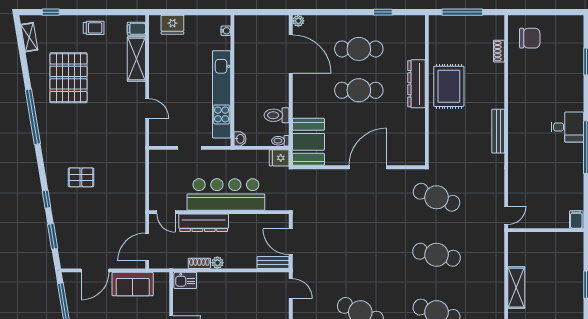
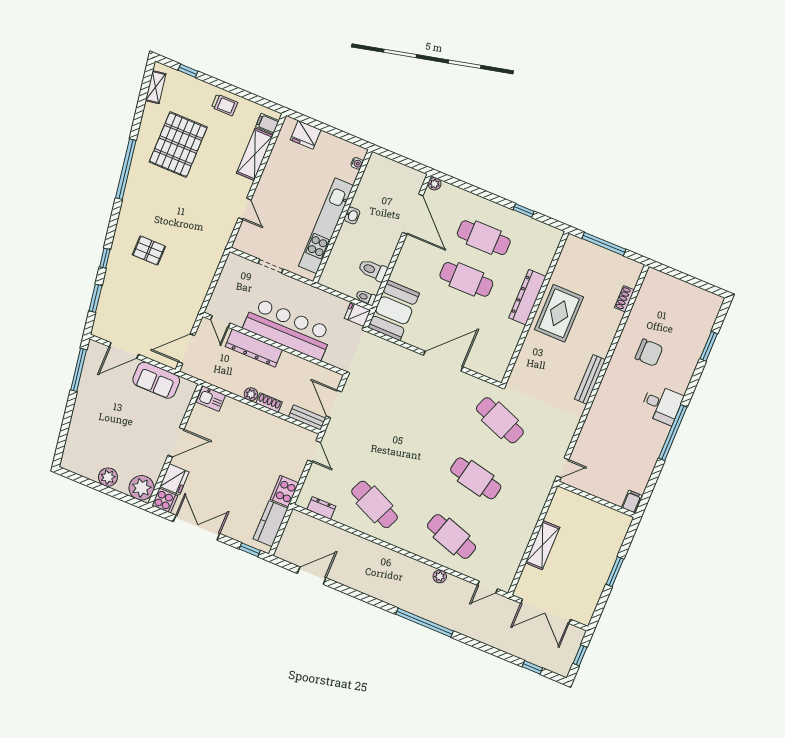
chair: (530, 38) -> (649, 353), moved
washbasin: (240, 139) -> (352, 215), moved
shoe rack: (199, 263) -> (269, 403), moved

